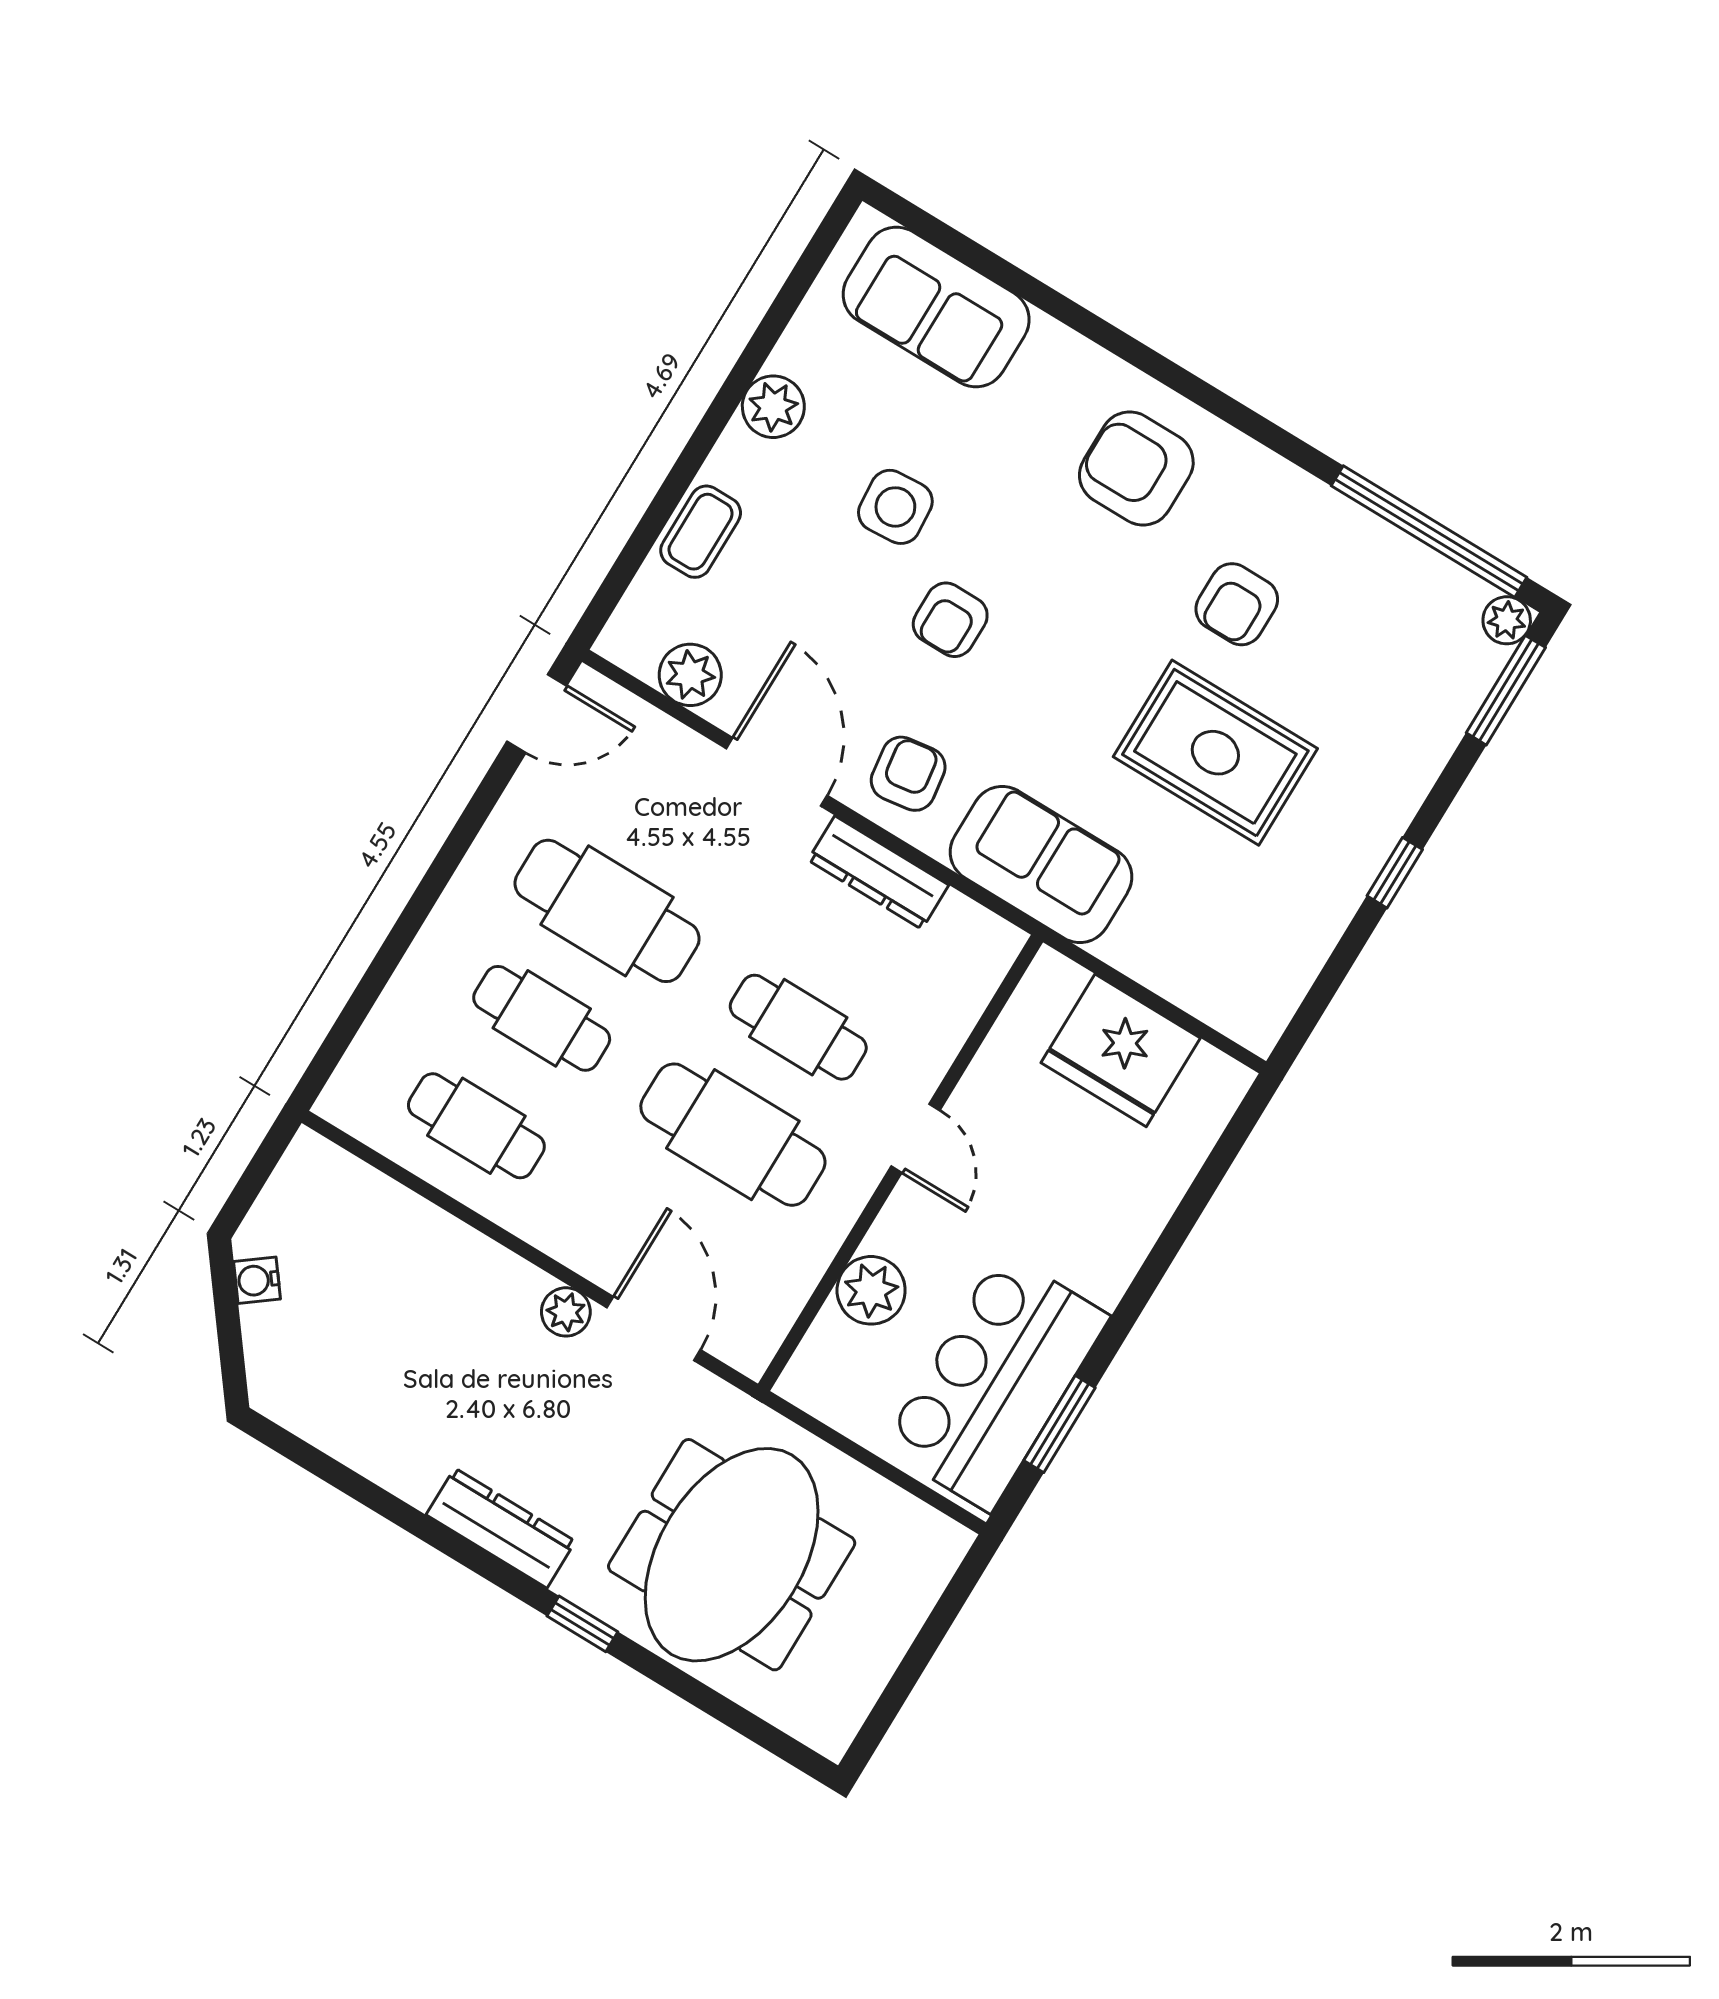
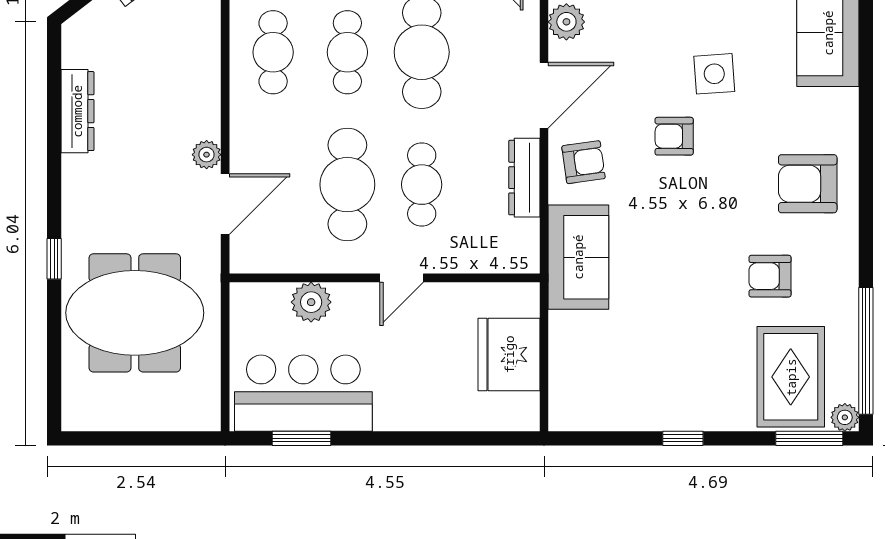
armchair: (1136, 468) -> (808, 184), turned -90
rug: (1215, 753) -> (791, 377), moved
dresser: (501, 1528) -> (77, 111), moved

